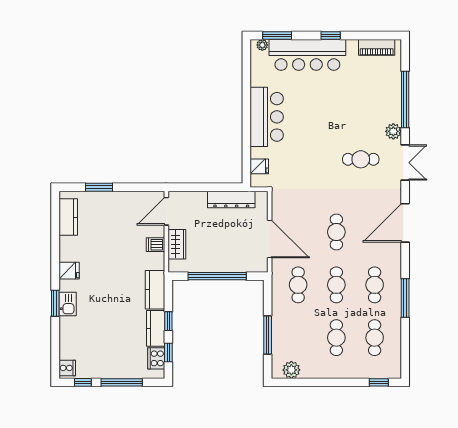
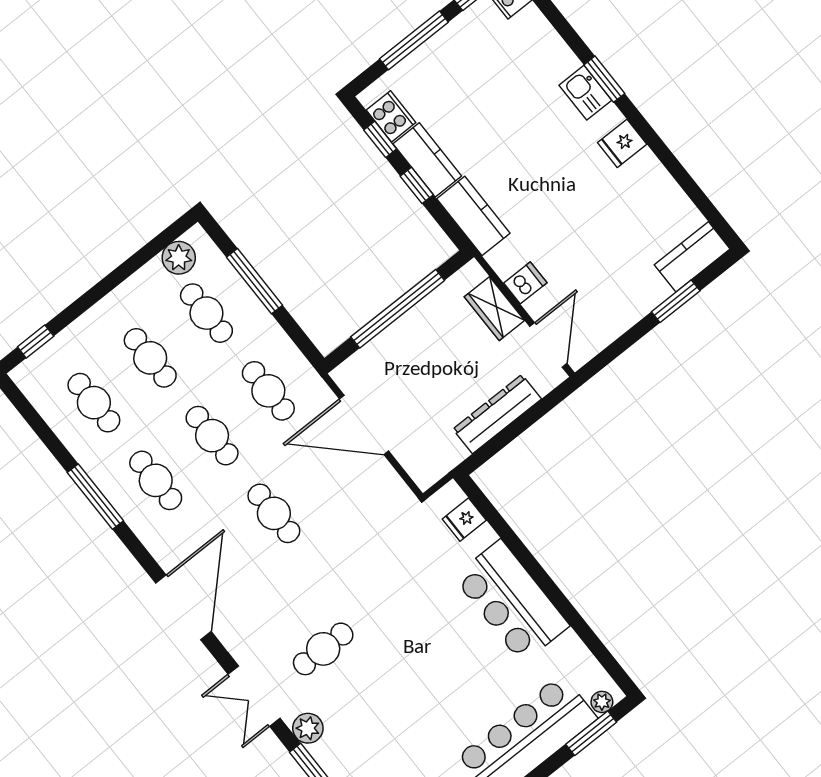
dresser: (231, 199) -> (497, 414), moved
kitchen counter: (68, 217) -> (692, 257), moved, turned 90
cafe table: (298, 338) -> (206, 313), added

